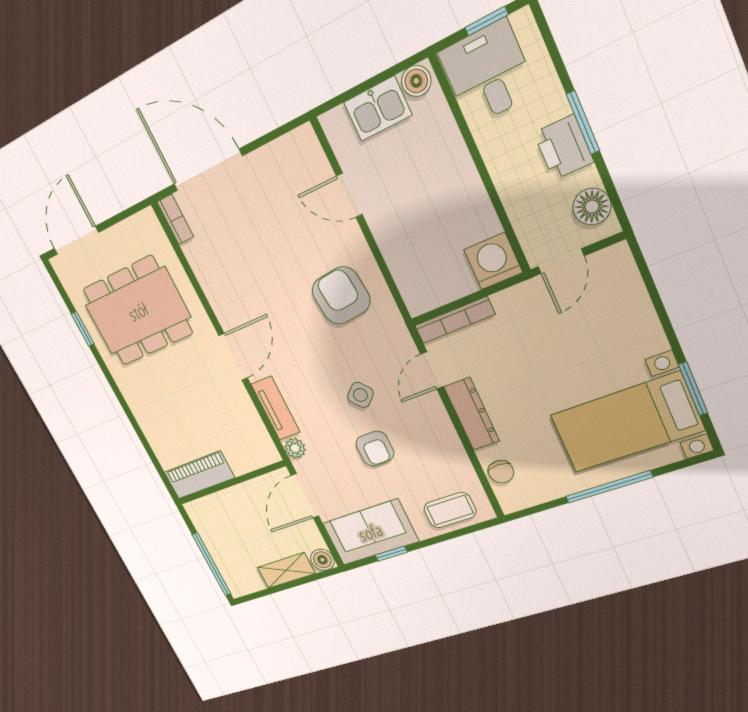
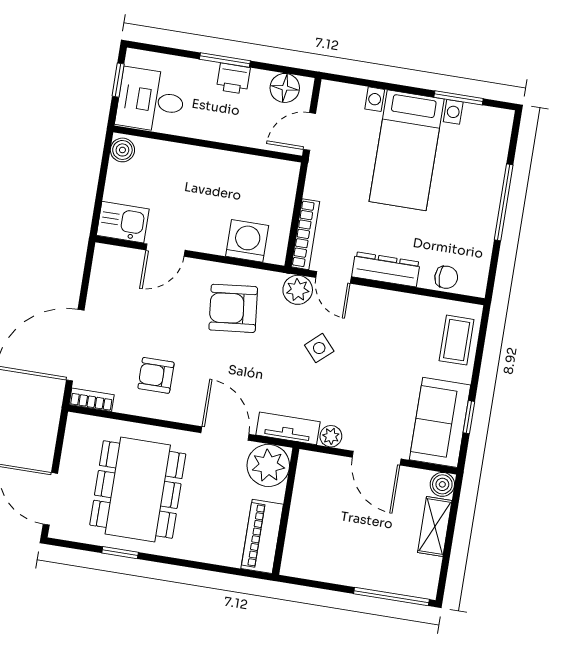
kitchen sink: (378, 109) -> (123, 222), moved, turned -90
printer: (564, 147) -> (233, 79), width x0.73, depth x0.81
washing machine: (493, 261) -> (247, 241), moved, turned 90
door: (561, 261) -> (310, 131), swing flipped
plant: (398, 345) -> (298, 290), added
plant: (235, 410) -> (268, 465), added
bed with nightstands: (627, 423) -> (407, 150), moved
armchair: (375, 449) -> (156, 375), moved, turned 180
piano: (199, 475) -> (262, 536), moved
wall: (231, 483) -> (286, 511), moved

